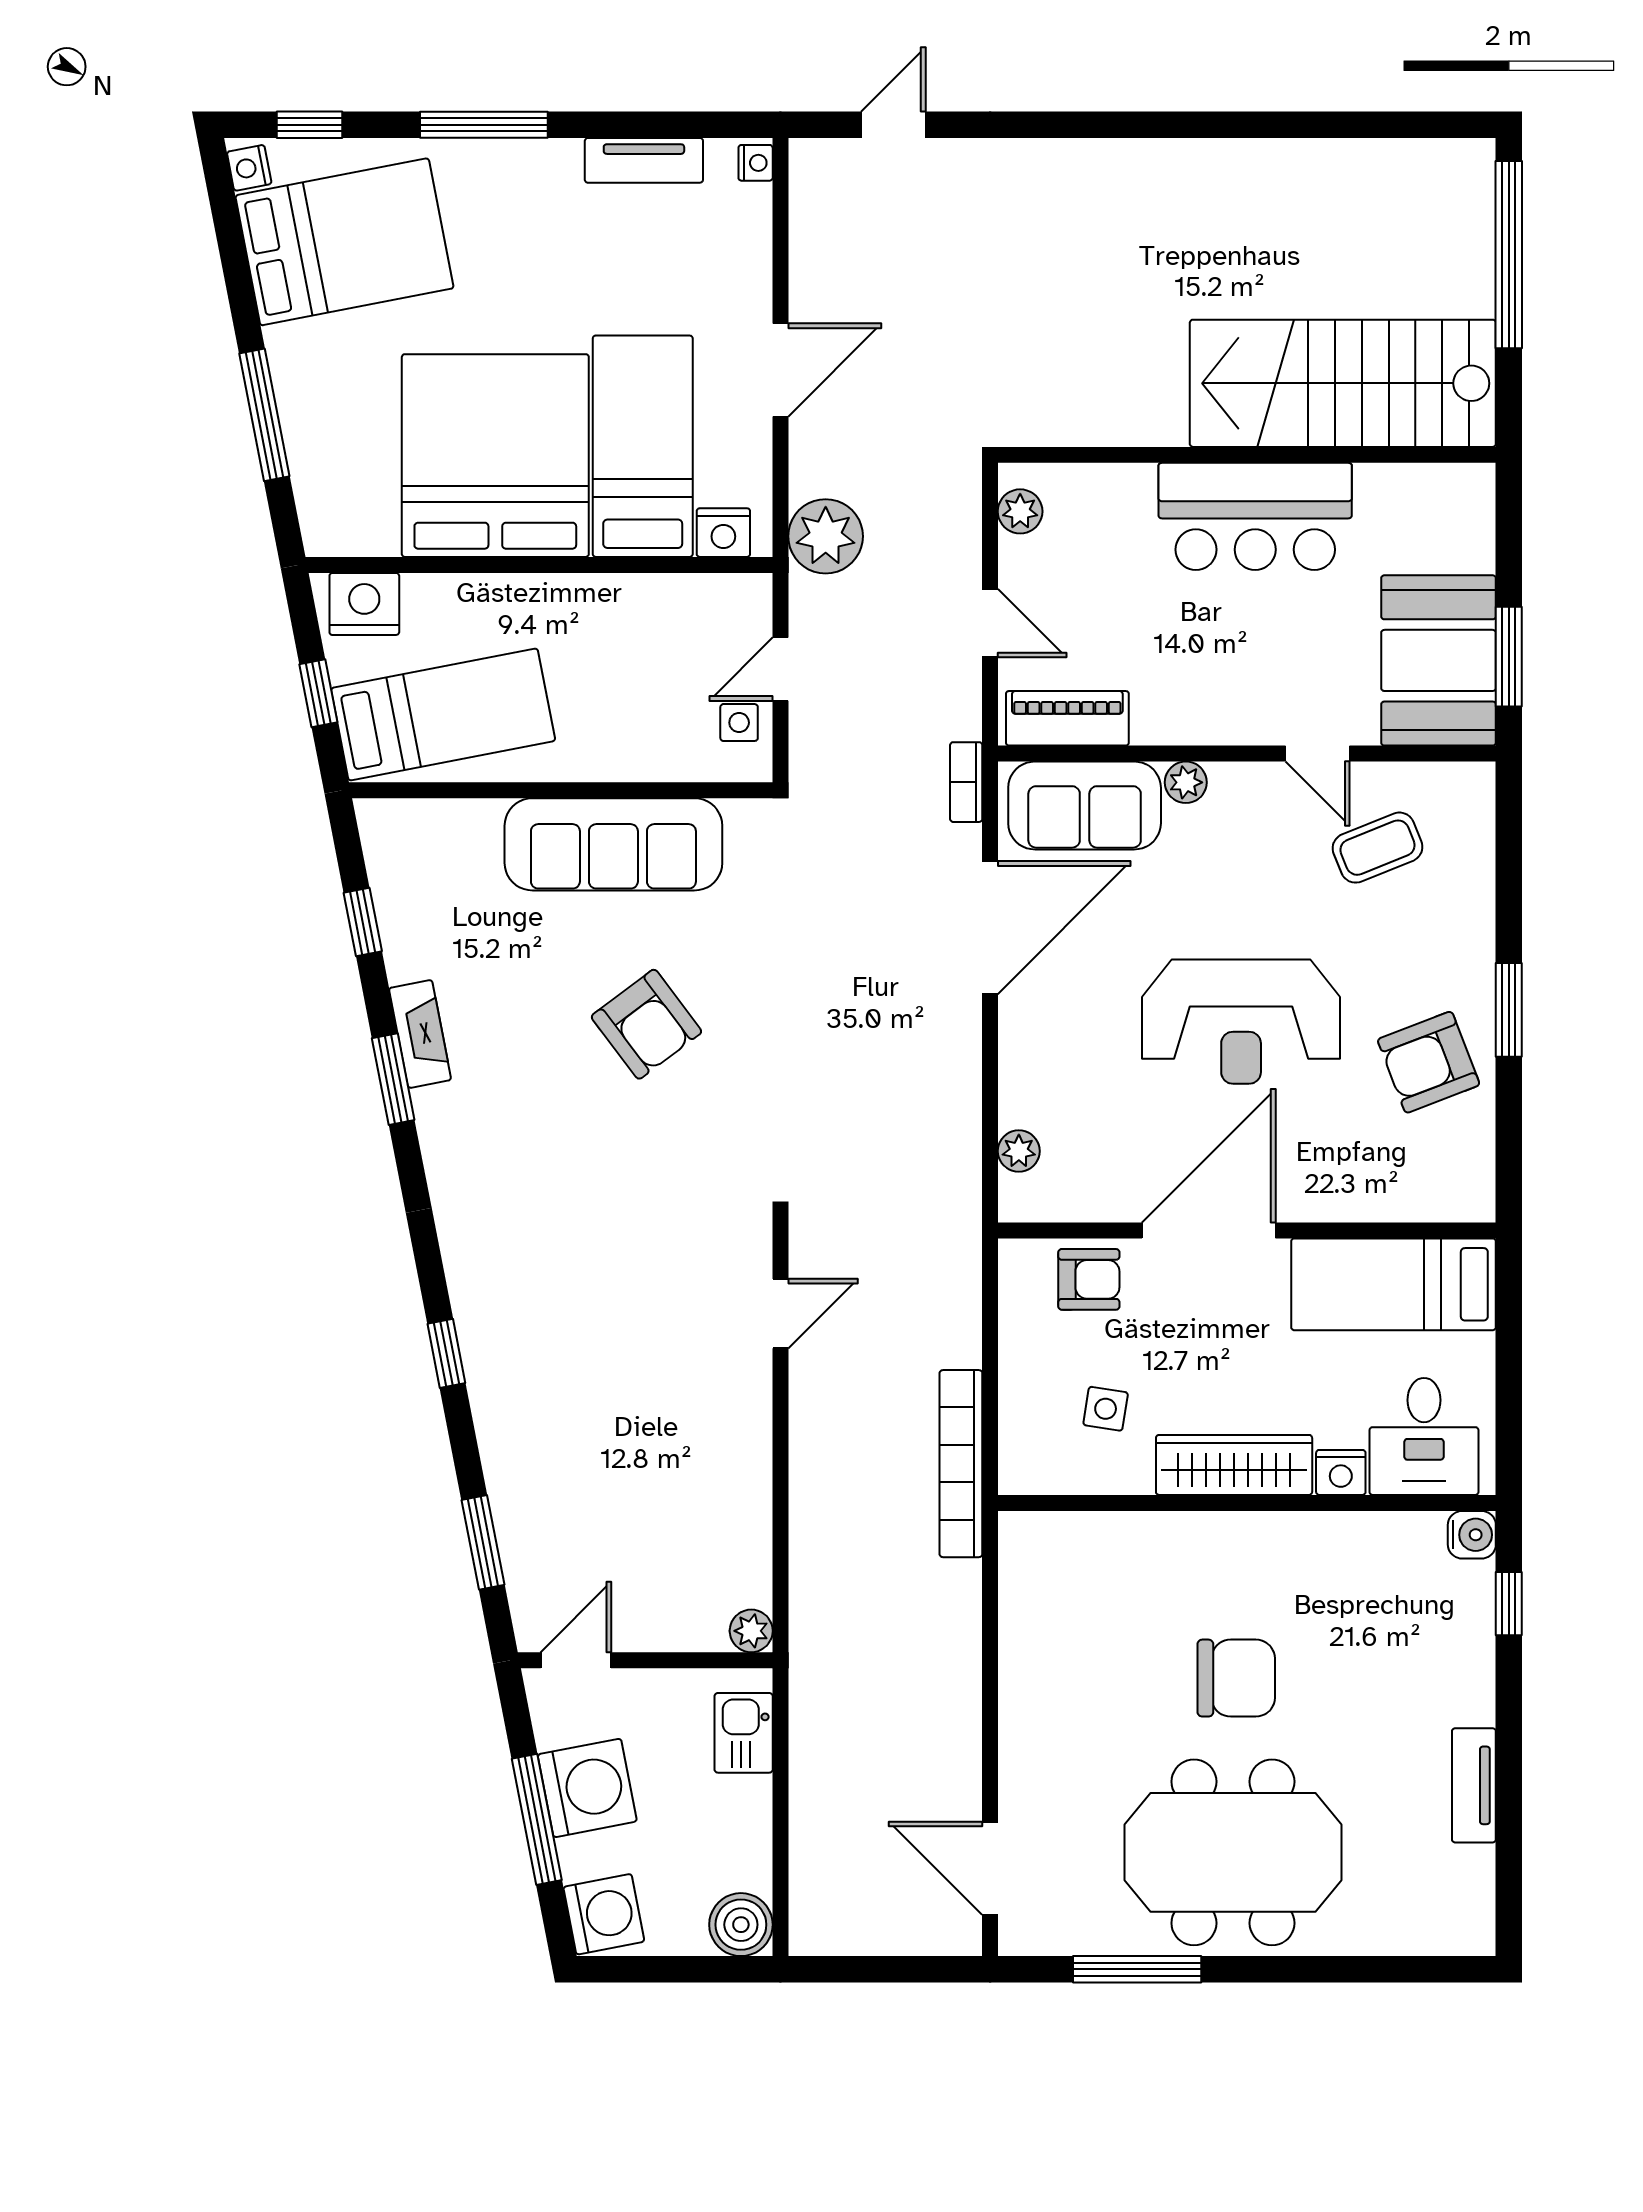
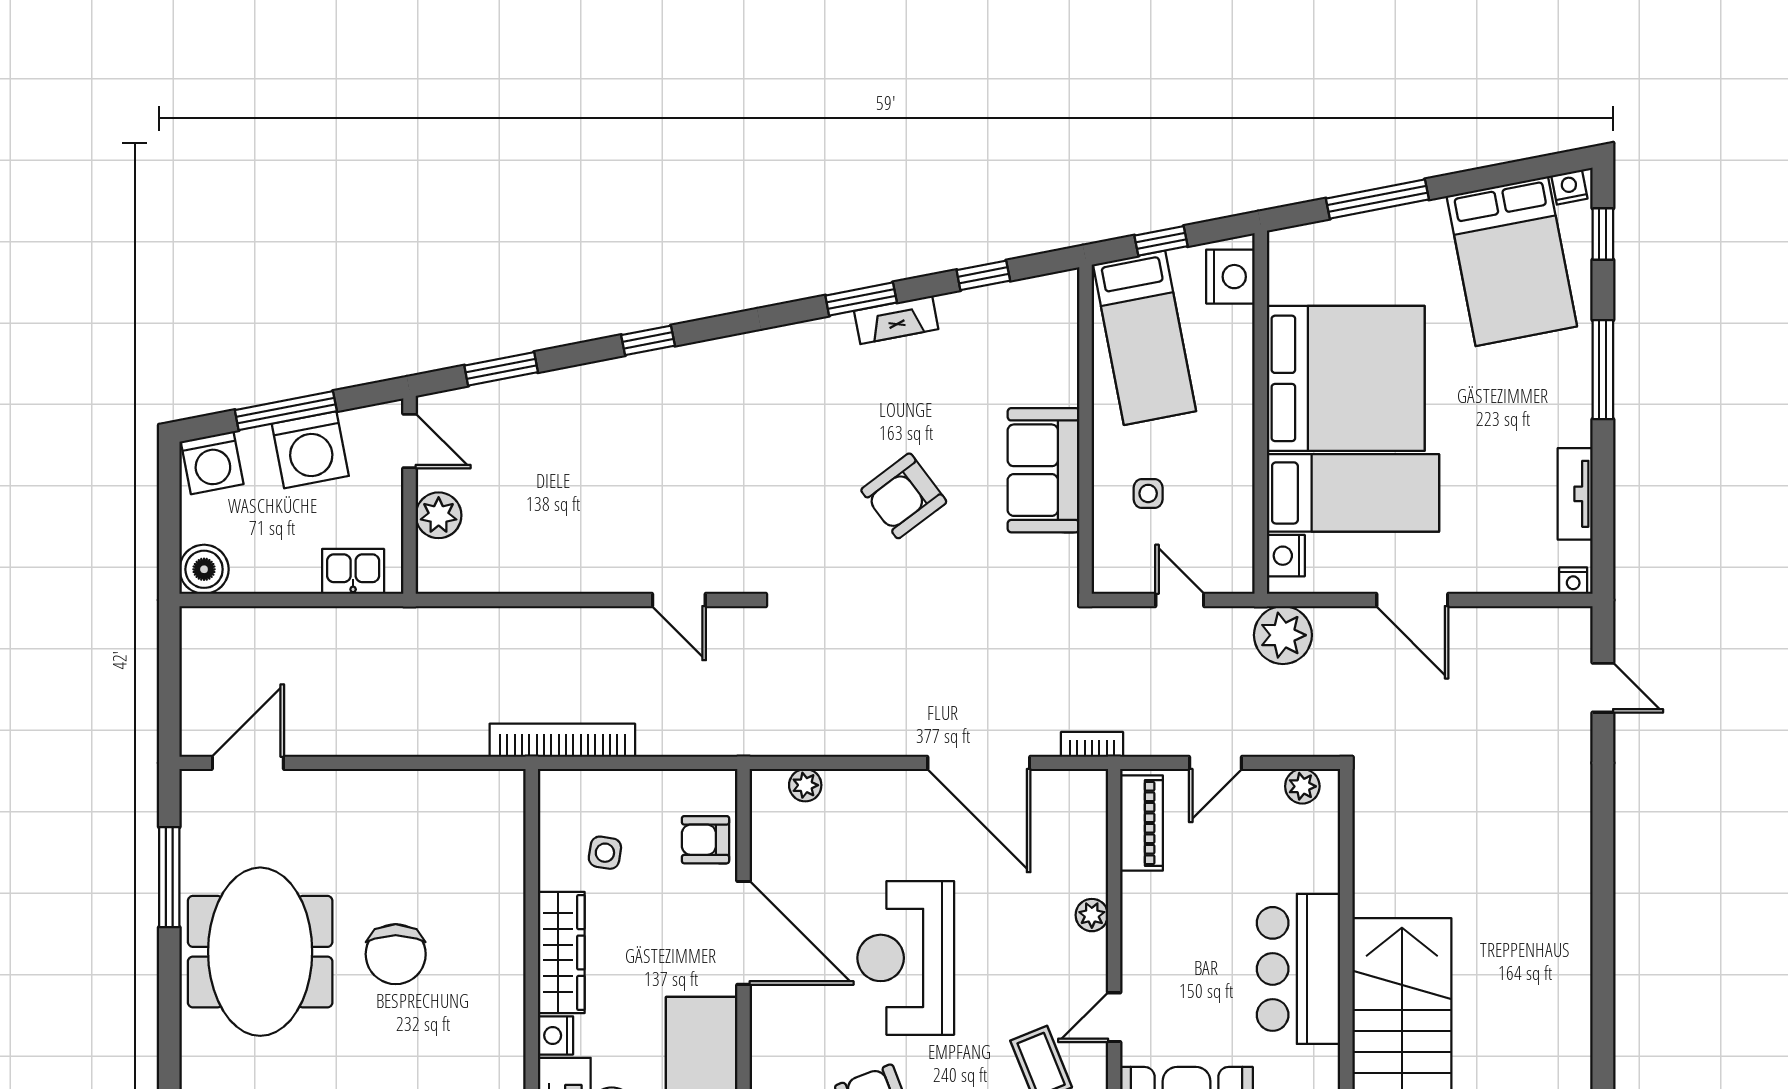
side table: (739, 723) -> (1148, 493), moved
sofa: (1085, 805) -> (1074, 836), removed
sofa: (613, 844) -> (1044, 470), width x0.73
armchair: (1089, 1279) -> (706, 840), turned 90
plant: (751, 1631) -> (439, 515), moved, width x1.38, depth x1.38

